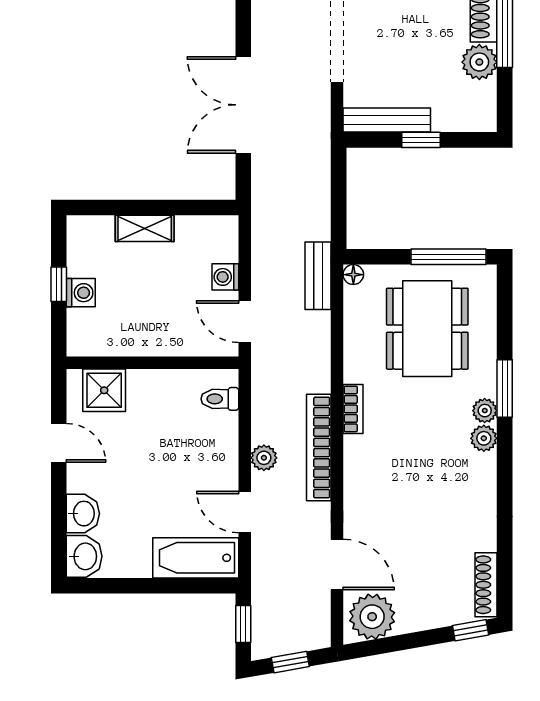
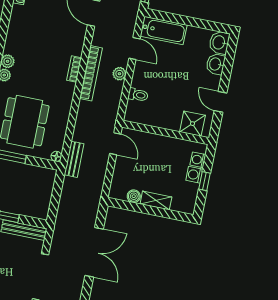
boiler: (189, 228) -> (134, 196), added
washing machine: (225, 277) -> (198, 160), moved, turned 180
toilet: (220, 399) -> (138, 95), moved
bookcase: (353, 409) -> (74, 69), moved

